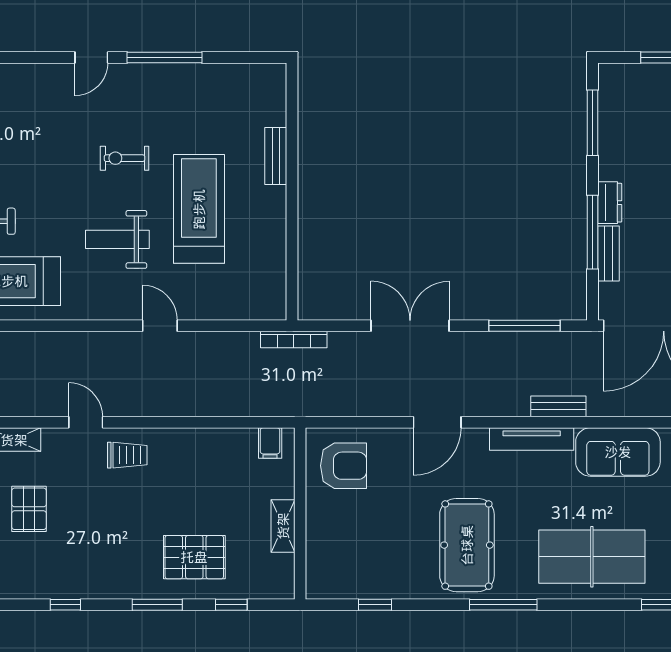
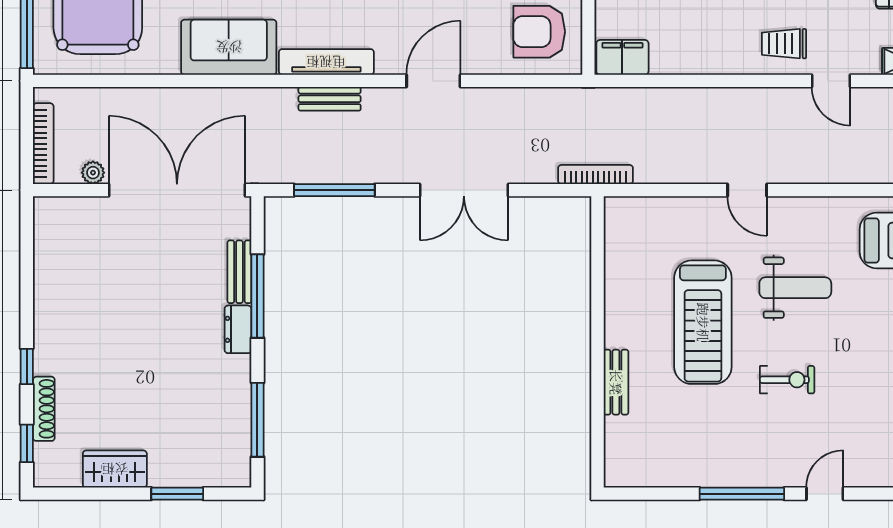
bench: (558, 406) -> (330, 99), moved
filing cabinet: (270, 443) -> (622, 57), width x2.00

